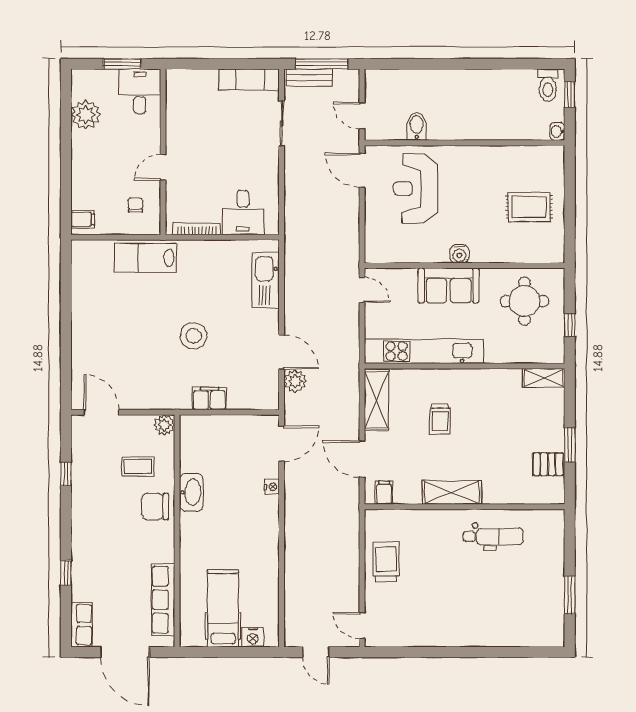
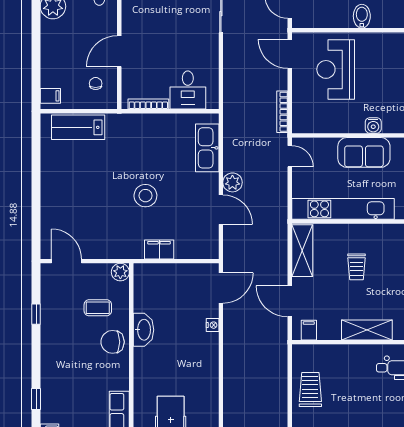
bidet: (417, 126) -> (362, 16), moved
door: (163, 167) -> (119, 51), width x1.37
bookcase: (353, 238) -> (282, 112), added
lab bench: (145, 258) -> (78, 127), moved
plant: (295, 381) -> (232, 182), moved

